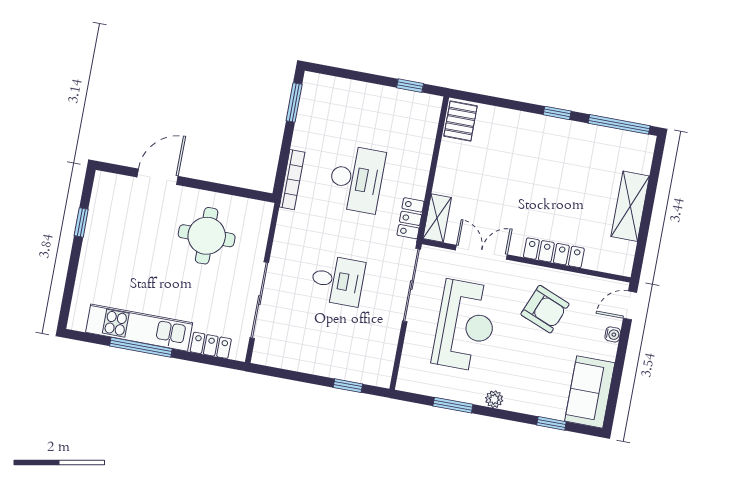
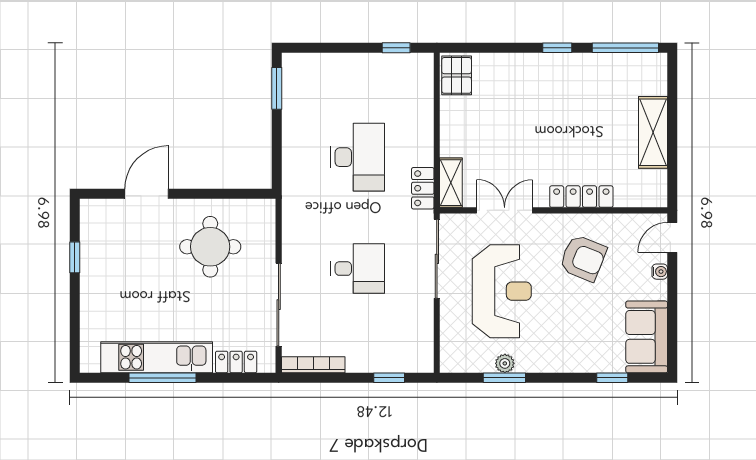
bookcase: (292, 180) -> (313, 365), moved, turned -90
plant: (494, 399) -> (505, 363), moved

